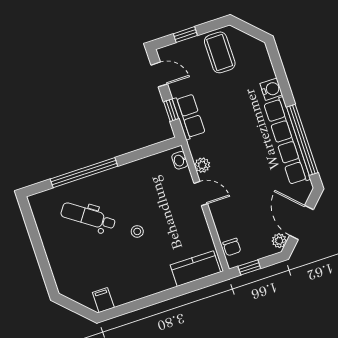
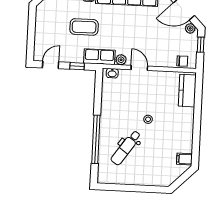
window: (185, 35) -> (31, 38), removed
coffee table: (220, 52) -> (84, 27), moved
row of seats: (189, 116) -> (99, 57), moved
door: (201, 193) -> (139, 68), hinge flipped
window: (249, 267) -> (201, 45), moved

